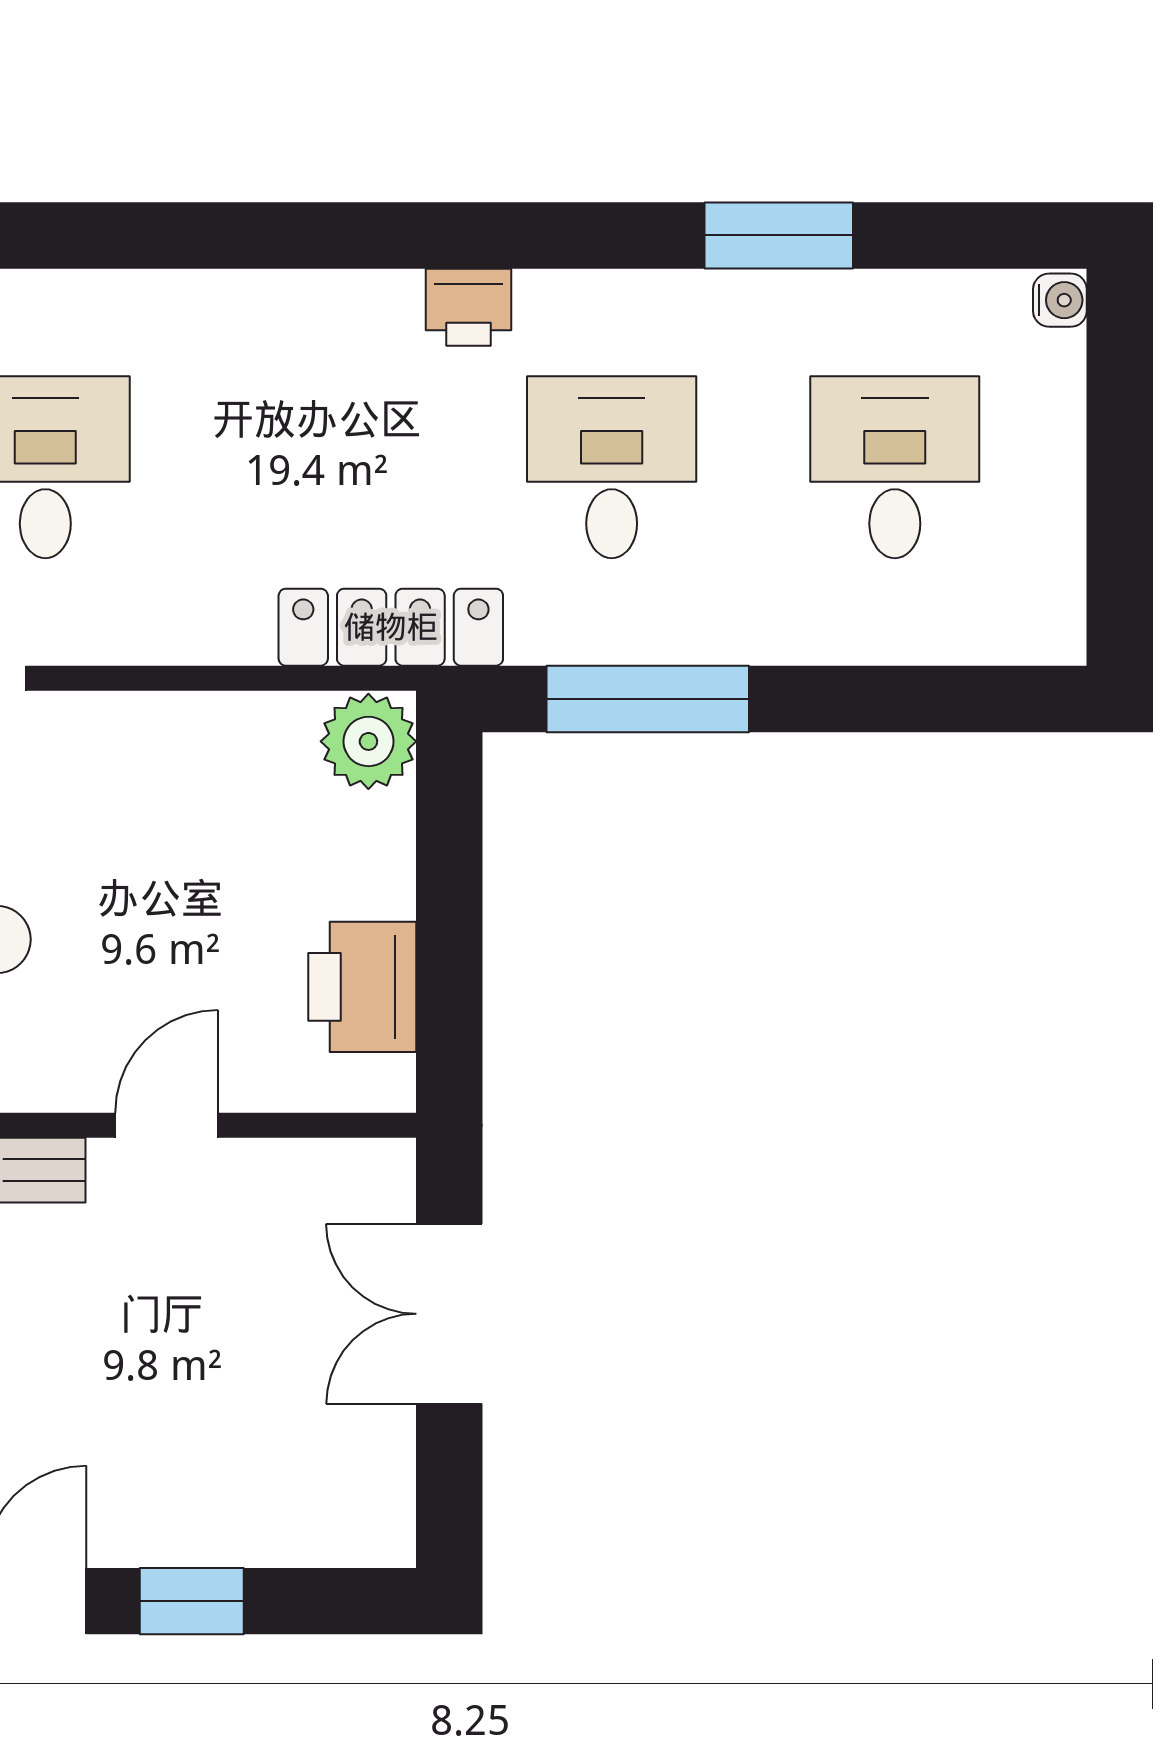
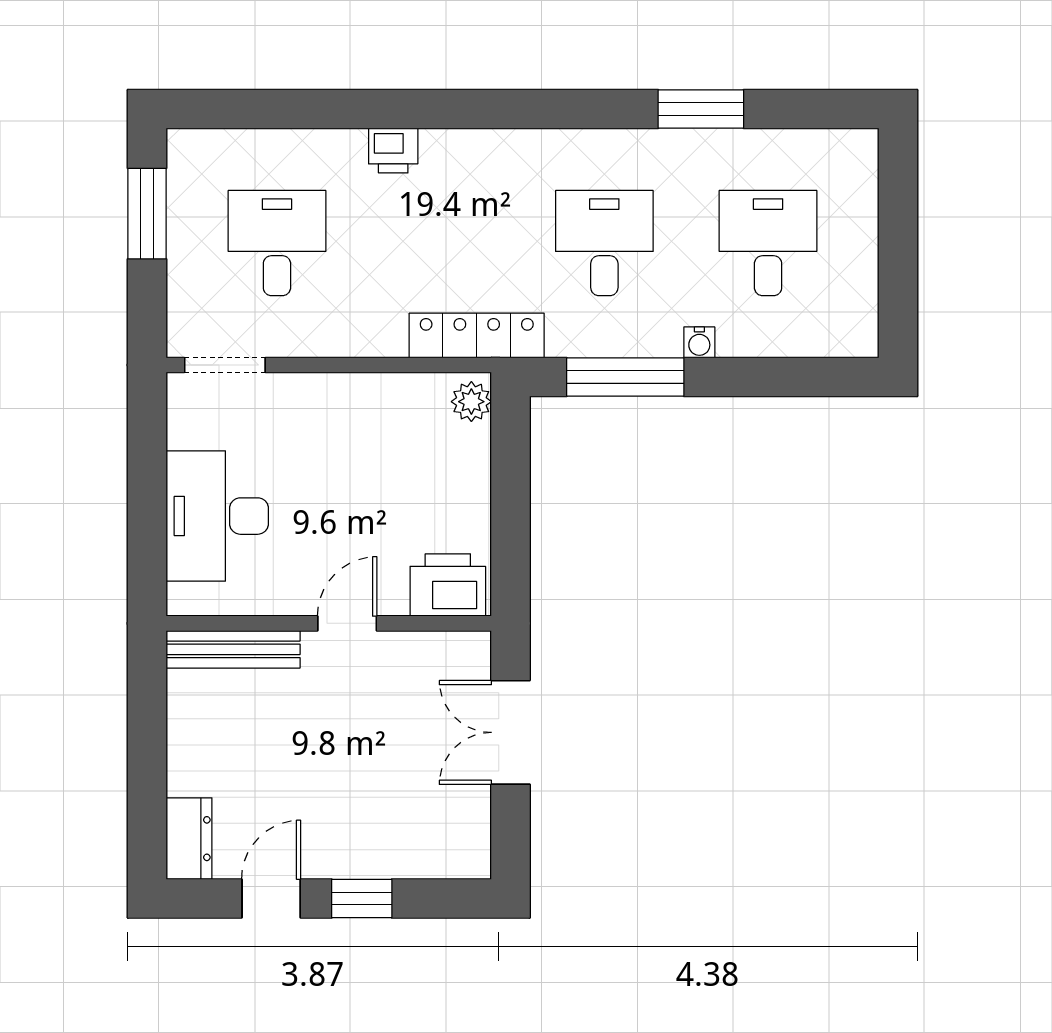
water cooler: (1060, 300) -> (699, 342), moved, turned 90
printer: (468, 307) -> (393, 151), moved
plant: (368, 741) -> (471, 402), width x0.73, depth x0.73
printer: (362, 987) -> (448, 585), moved, turned 90

